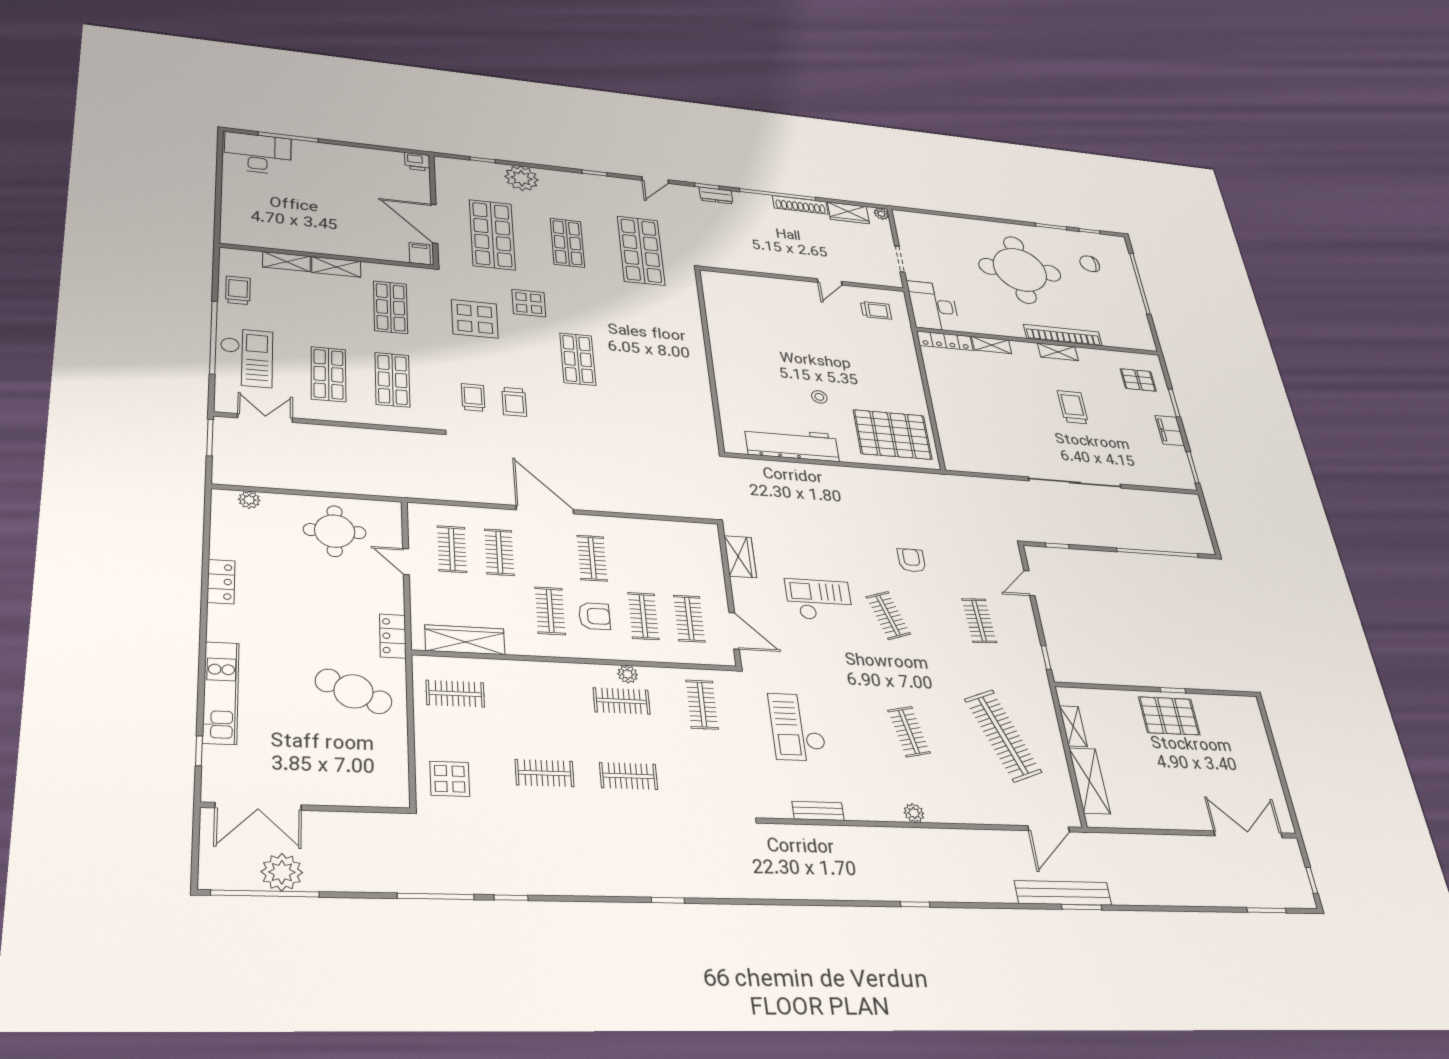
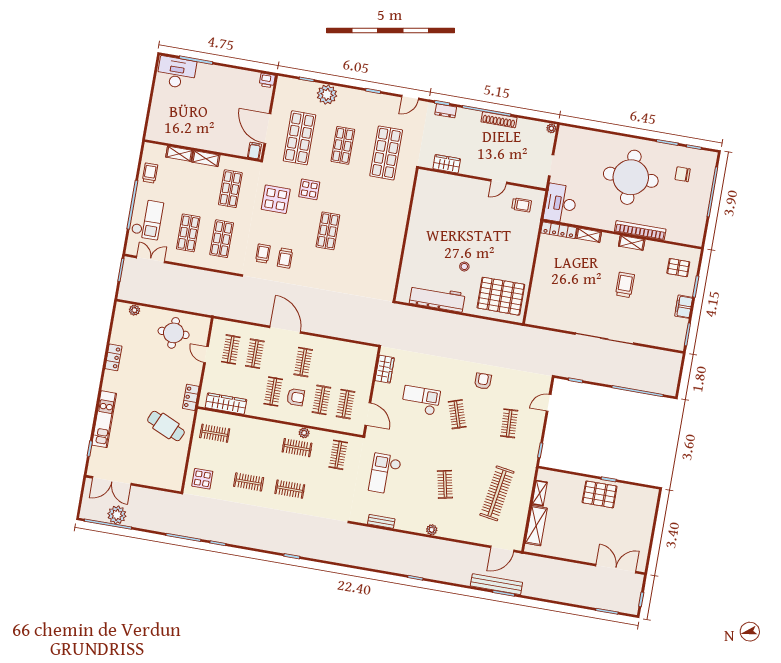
wardrobe: (848, 213) -> (447, 164), moved, turned 180
clothes rail: (1003, 736) -> (497, 493), turned 30

